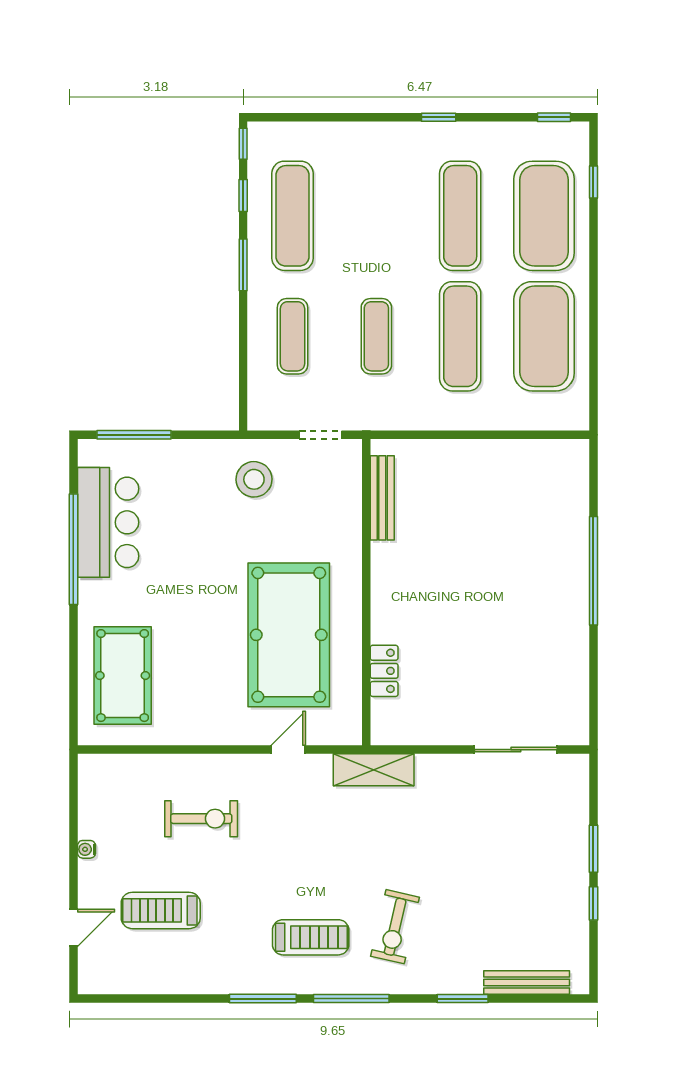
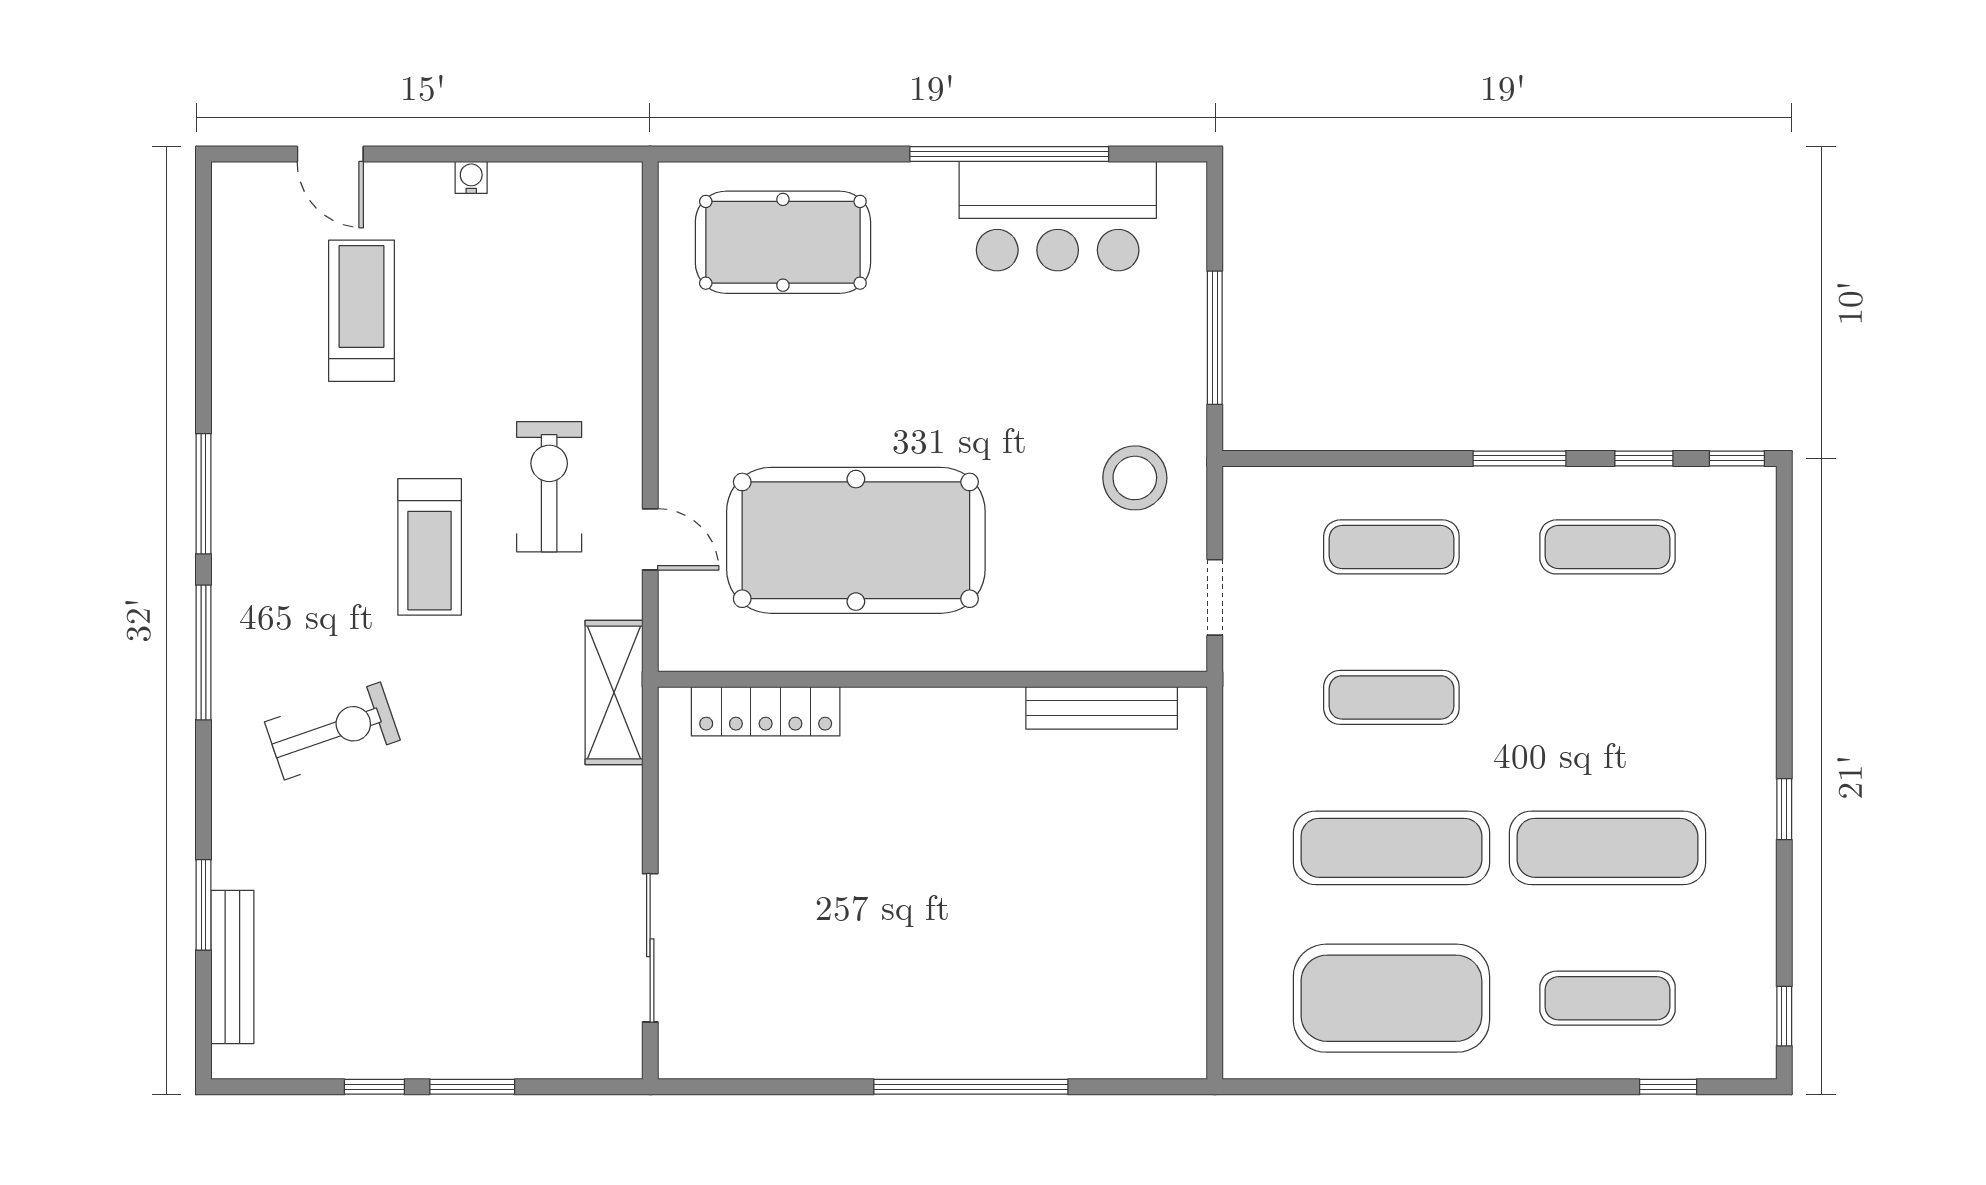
exercise mat: (292, 216) -> (1608, 547), width x0.73, depth x0.69
exercise mat: (544, 216) -> (1608, 998), width x0.50, depth x0.69
window: (134, 435) -> (1215, 338), moved
locker: (384, 671) -> (766, 711), width x1.53
exercise bike: (201, 819) -> (549, 487), moved, turned 180
exercise bike: (395, 927) -> (332, 731), turned 148
treadmill: (311, 937) -> (430, 547), moved
window: (463, 999) -> (203, 905), moved

